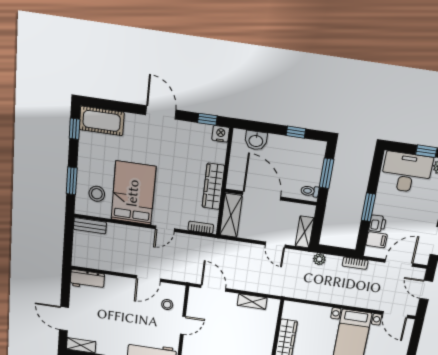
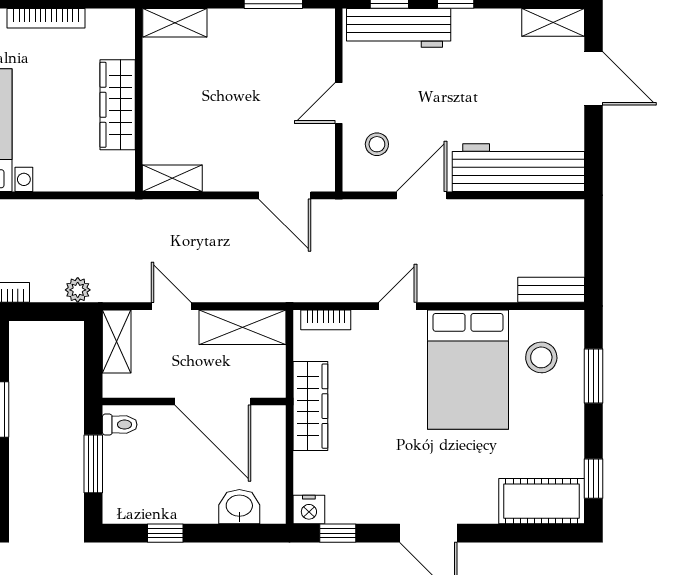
shelving: (231, 215) -> (242, 327), moved, turned 90
workbench: (87, 280) -> (518, 168), width x1.87, depth x1.32
shelving: (252, 302) -> (172, 178), moved

